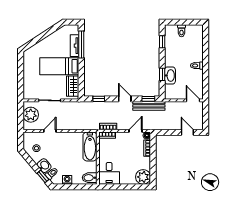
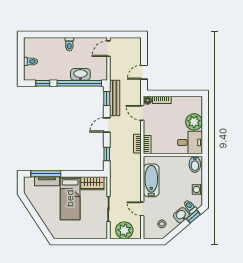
window: (162, 74) -> (79, 83), width x3.17
door: (187, 132) -> (144, 72), moved
bathtub: (90, 146) -> (151, 180), moved, turned -90
plant: (143, 177) -> (194, 122), moved

